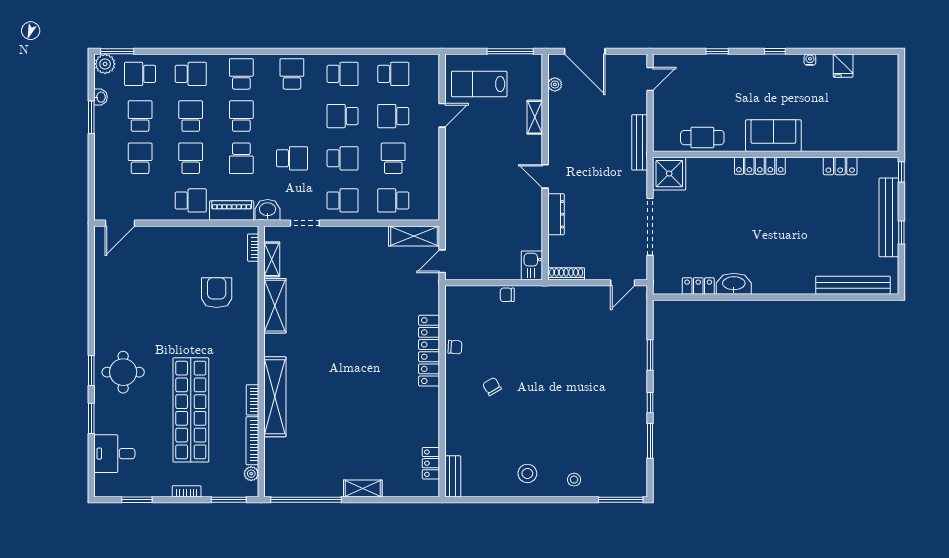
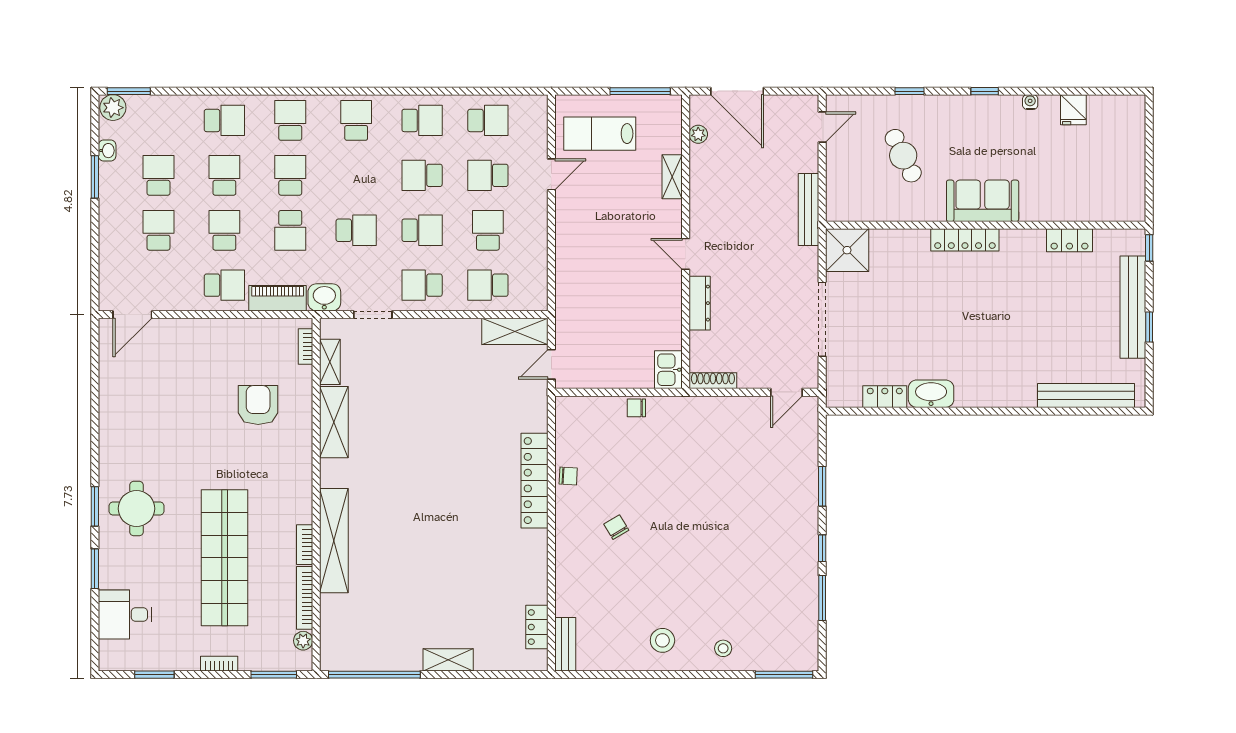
school desk: (140, 74) -> (159, 120), removed
cafe table: (702, 138) -> (903, 156), moved, turned 64
school desk: (343, 200) -> (422, 285), turned 180

